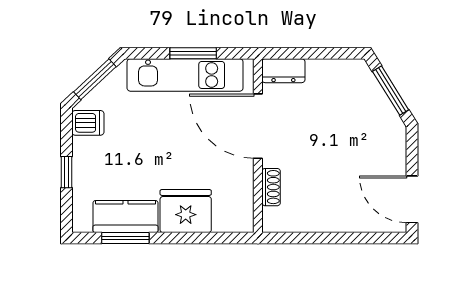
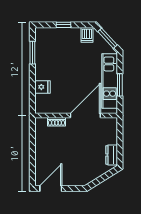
dresser: (283, 71) -> (112, 155), moved
window: (391, 91) -> (102, 178), removed
fridge: (186, 211) -> (43, 87), width x0.53, depth x0.75
kitchen counter: (126, 217) -> (43, 53), removed

